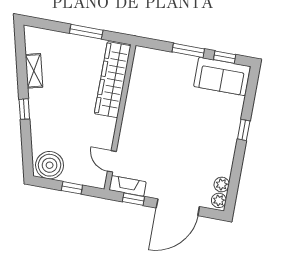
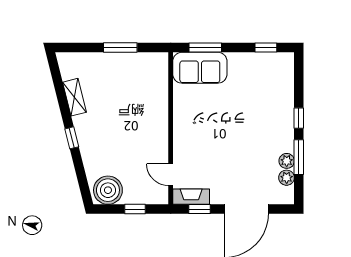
window: (188, 50) -> (205, 48), moved
sofa: (222, 76) -> (200, 68), moved
wardrobe: (113, 80) -> (156, 91), removed
window: (237, 167) -> (299, 157), added
plant: (219, 200) -> (287, 161), moved

